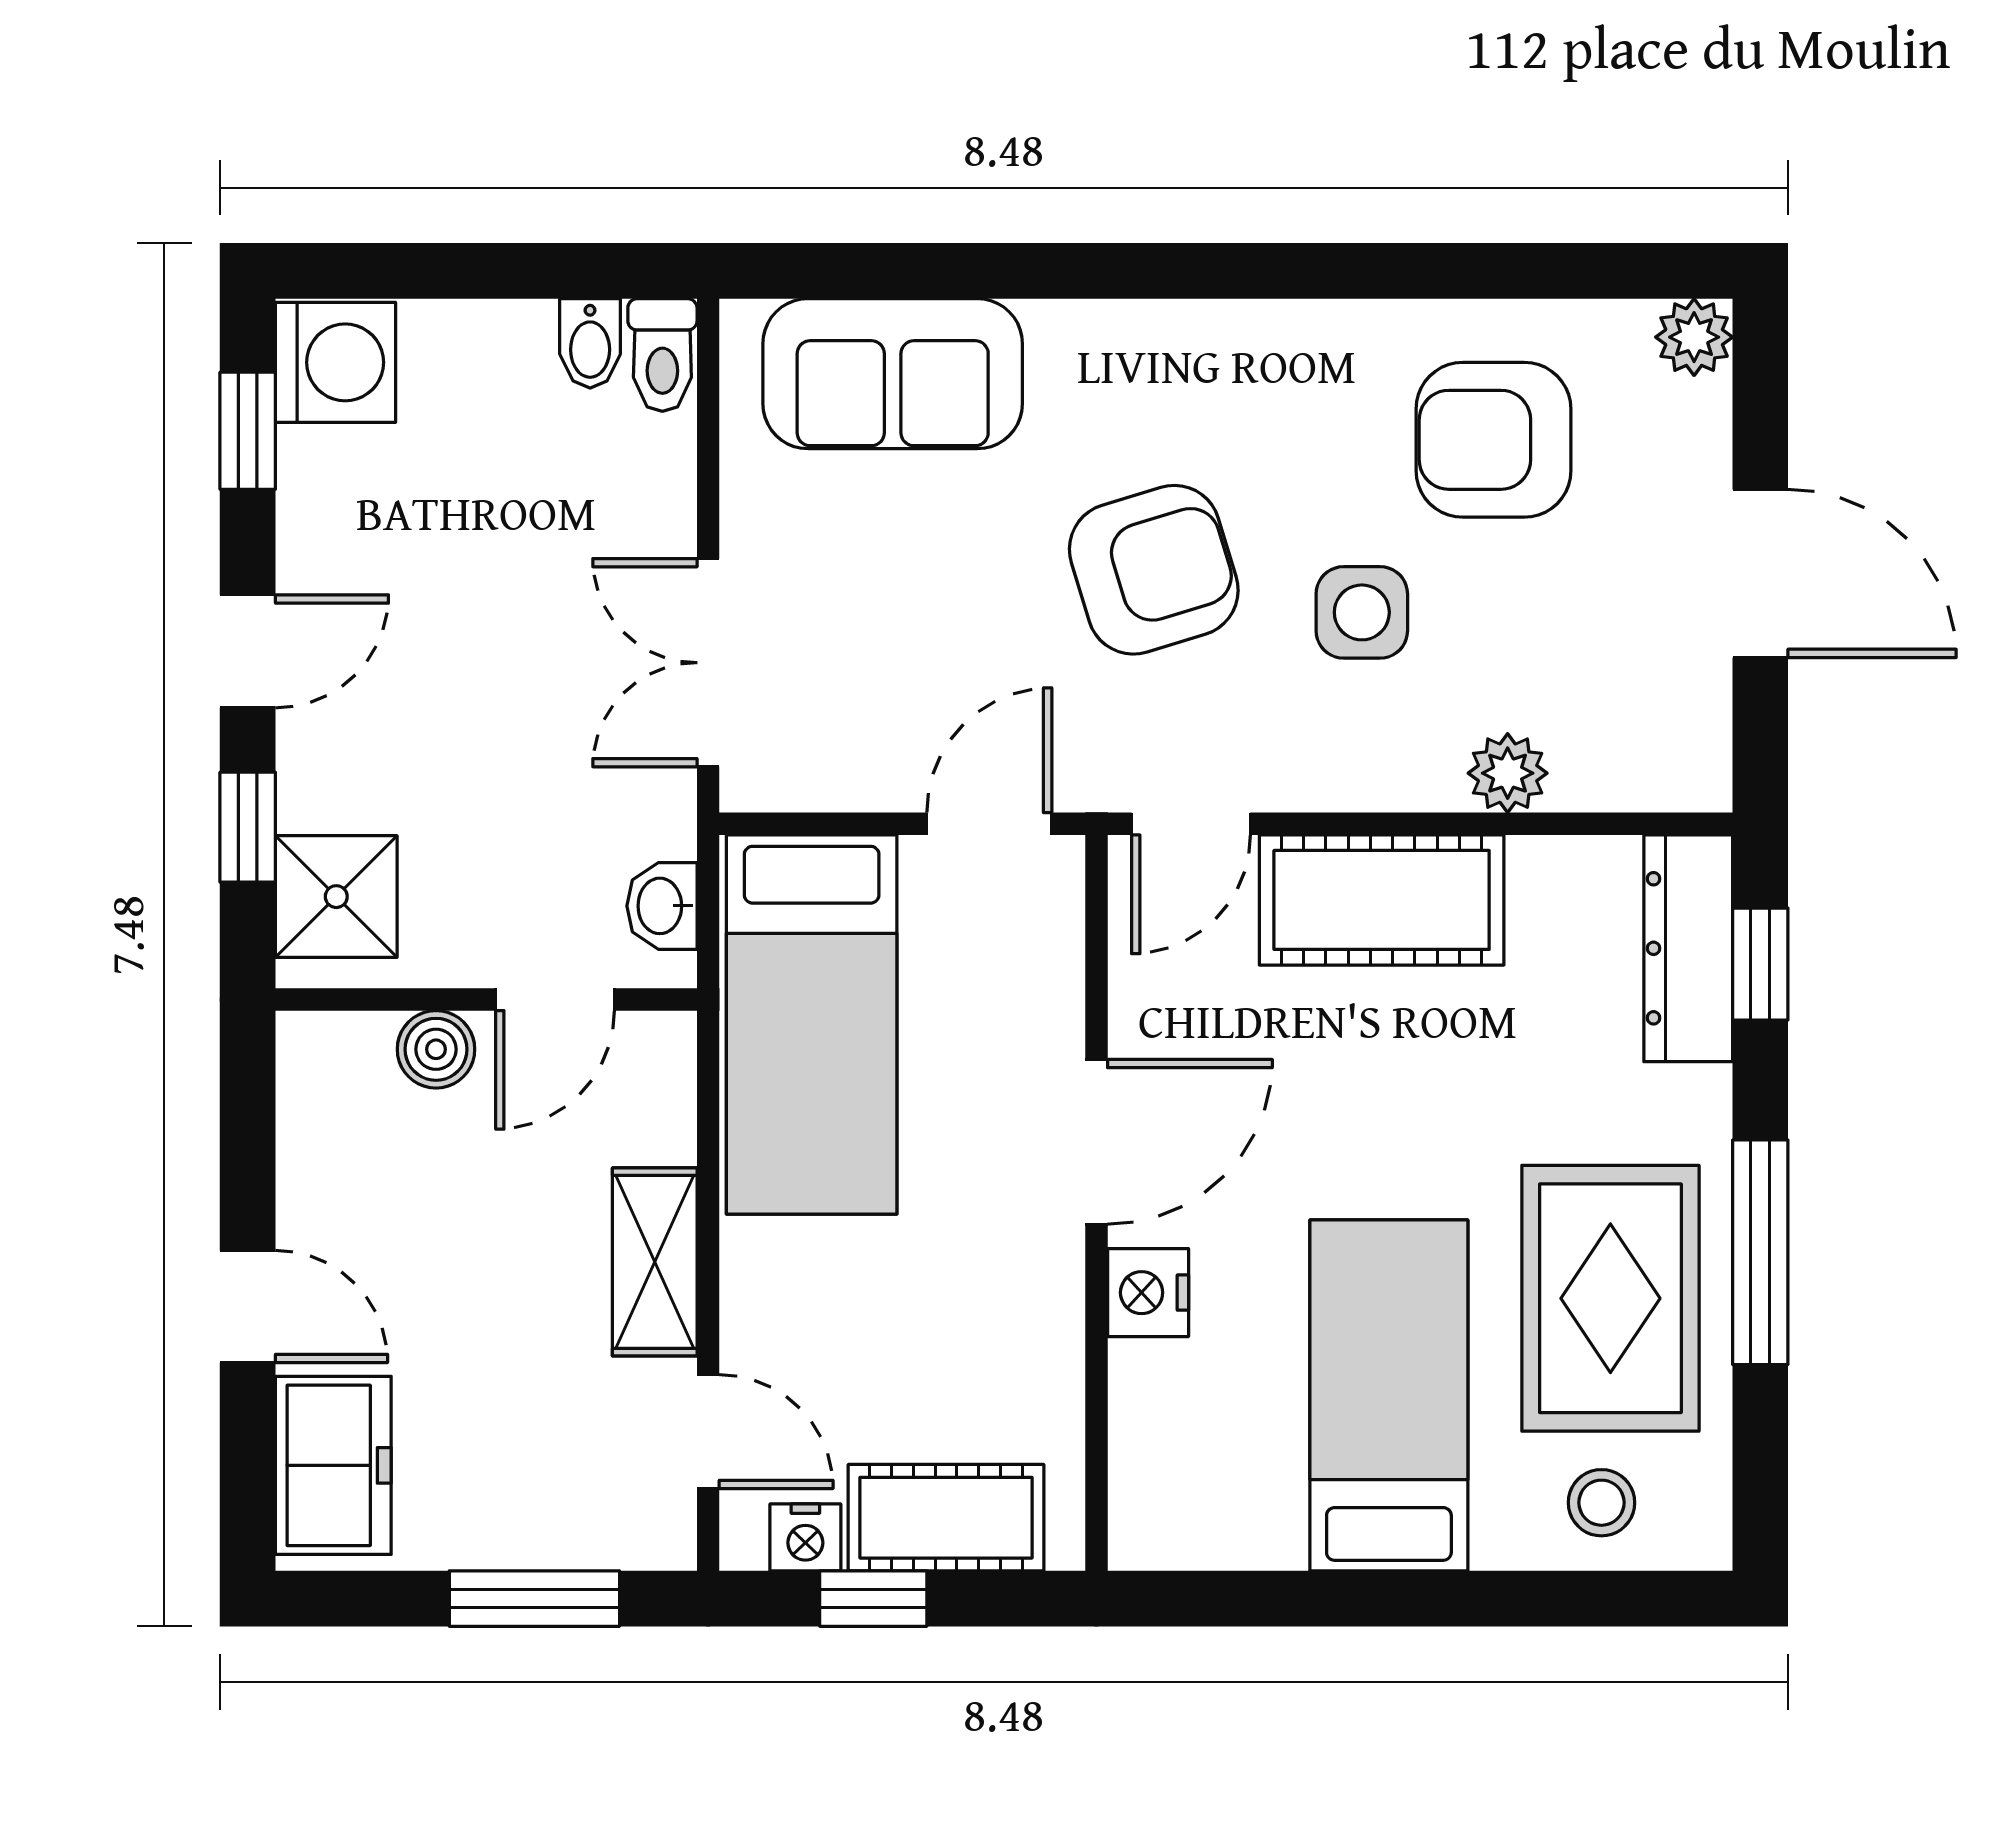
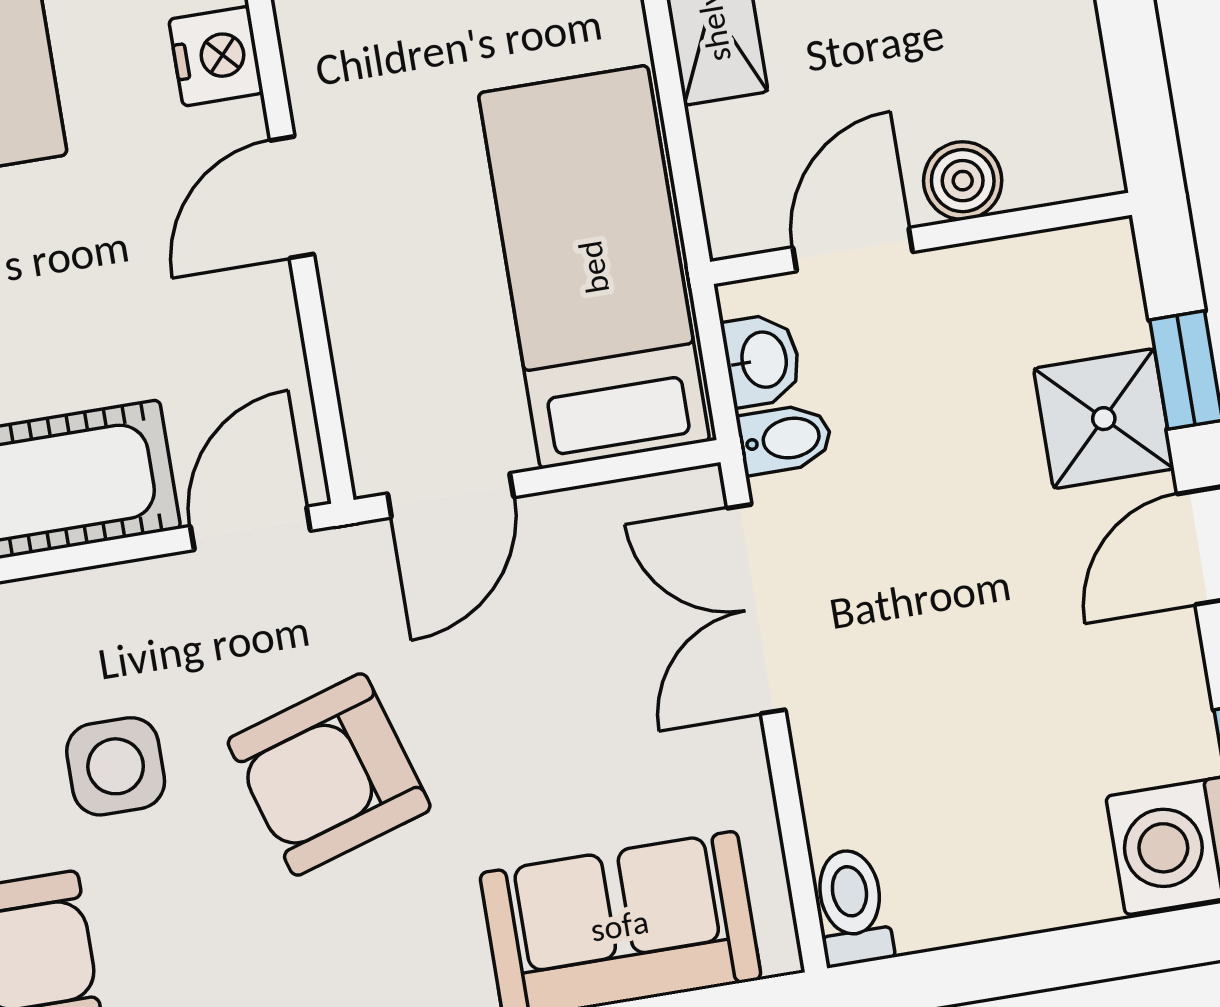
bidet: (590, 343) -> (785, 439), moved, turned 90
double door: (708, 663) -> (756, 609), swing flipped
shower: (336, 897) -> (1104, 419), moved
door: (1096, 1142) -> (292, 197), width x0.73

